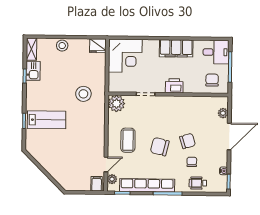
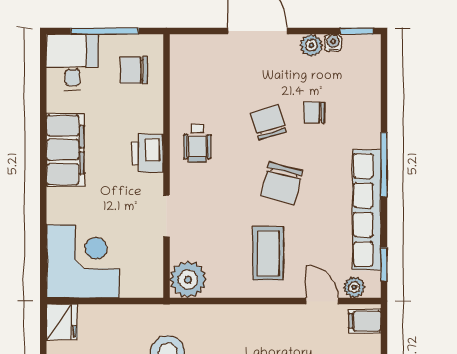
plant: (223, 113) -> (311, 45), moved
coffee table: (128, 140) -> (268, 253), turned 90
wheelchair: (198, 183) -> (197, 143), moved

